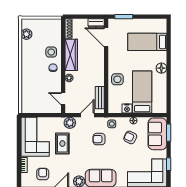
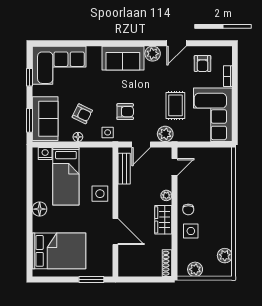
dresser: (96, 23) -> (129, 271), removed
plant: (48, 24) -> (195, 269), added
door: (106, 37) -> (115, 232), moved
bed: (147, 42) -> (59, 251), width x1.50
wardrobe: (71, 55) -> (163, 220), width x0.67
door: (63, 99) -> (174, 167), hinge flipped
nightstand: (127, 109) -> (45, 154), moved

